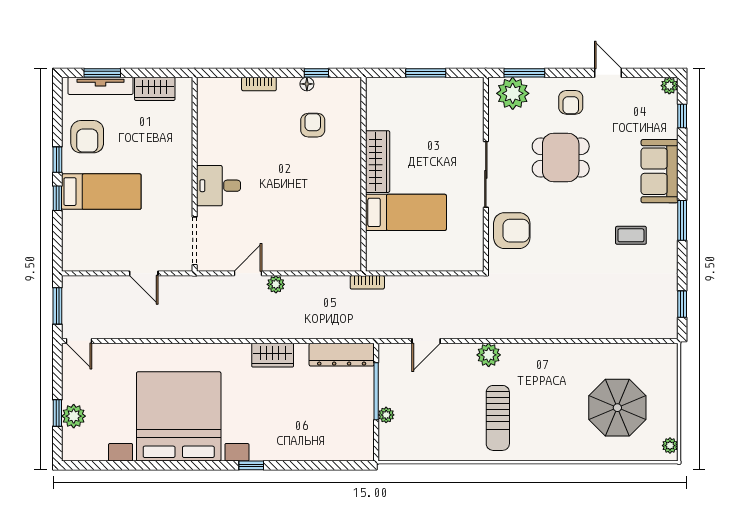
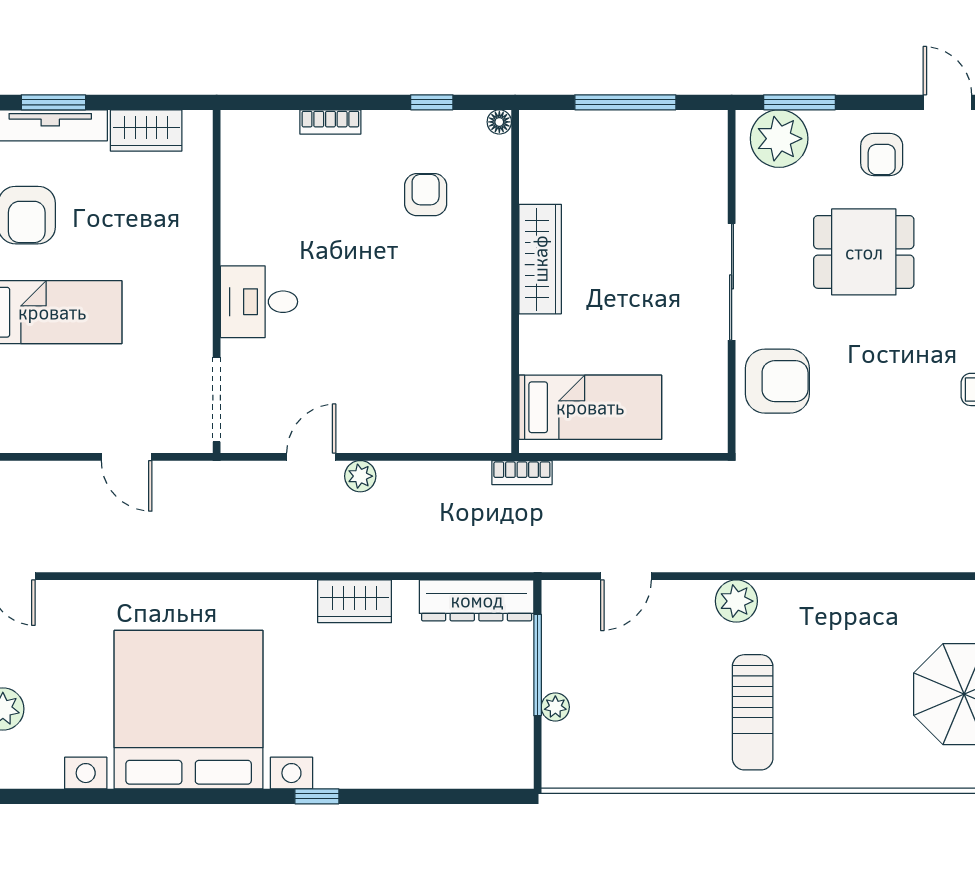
window: (426, 73) -> (625, 102), width x1.44
floor lamp: (307, 84) -> (499, 122), moved
bed: (406, 212) -> (590, 407), moved

